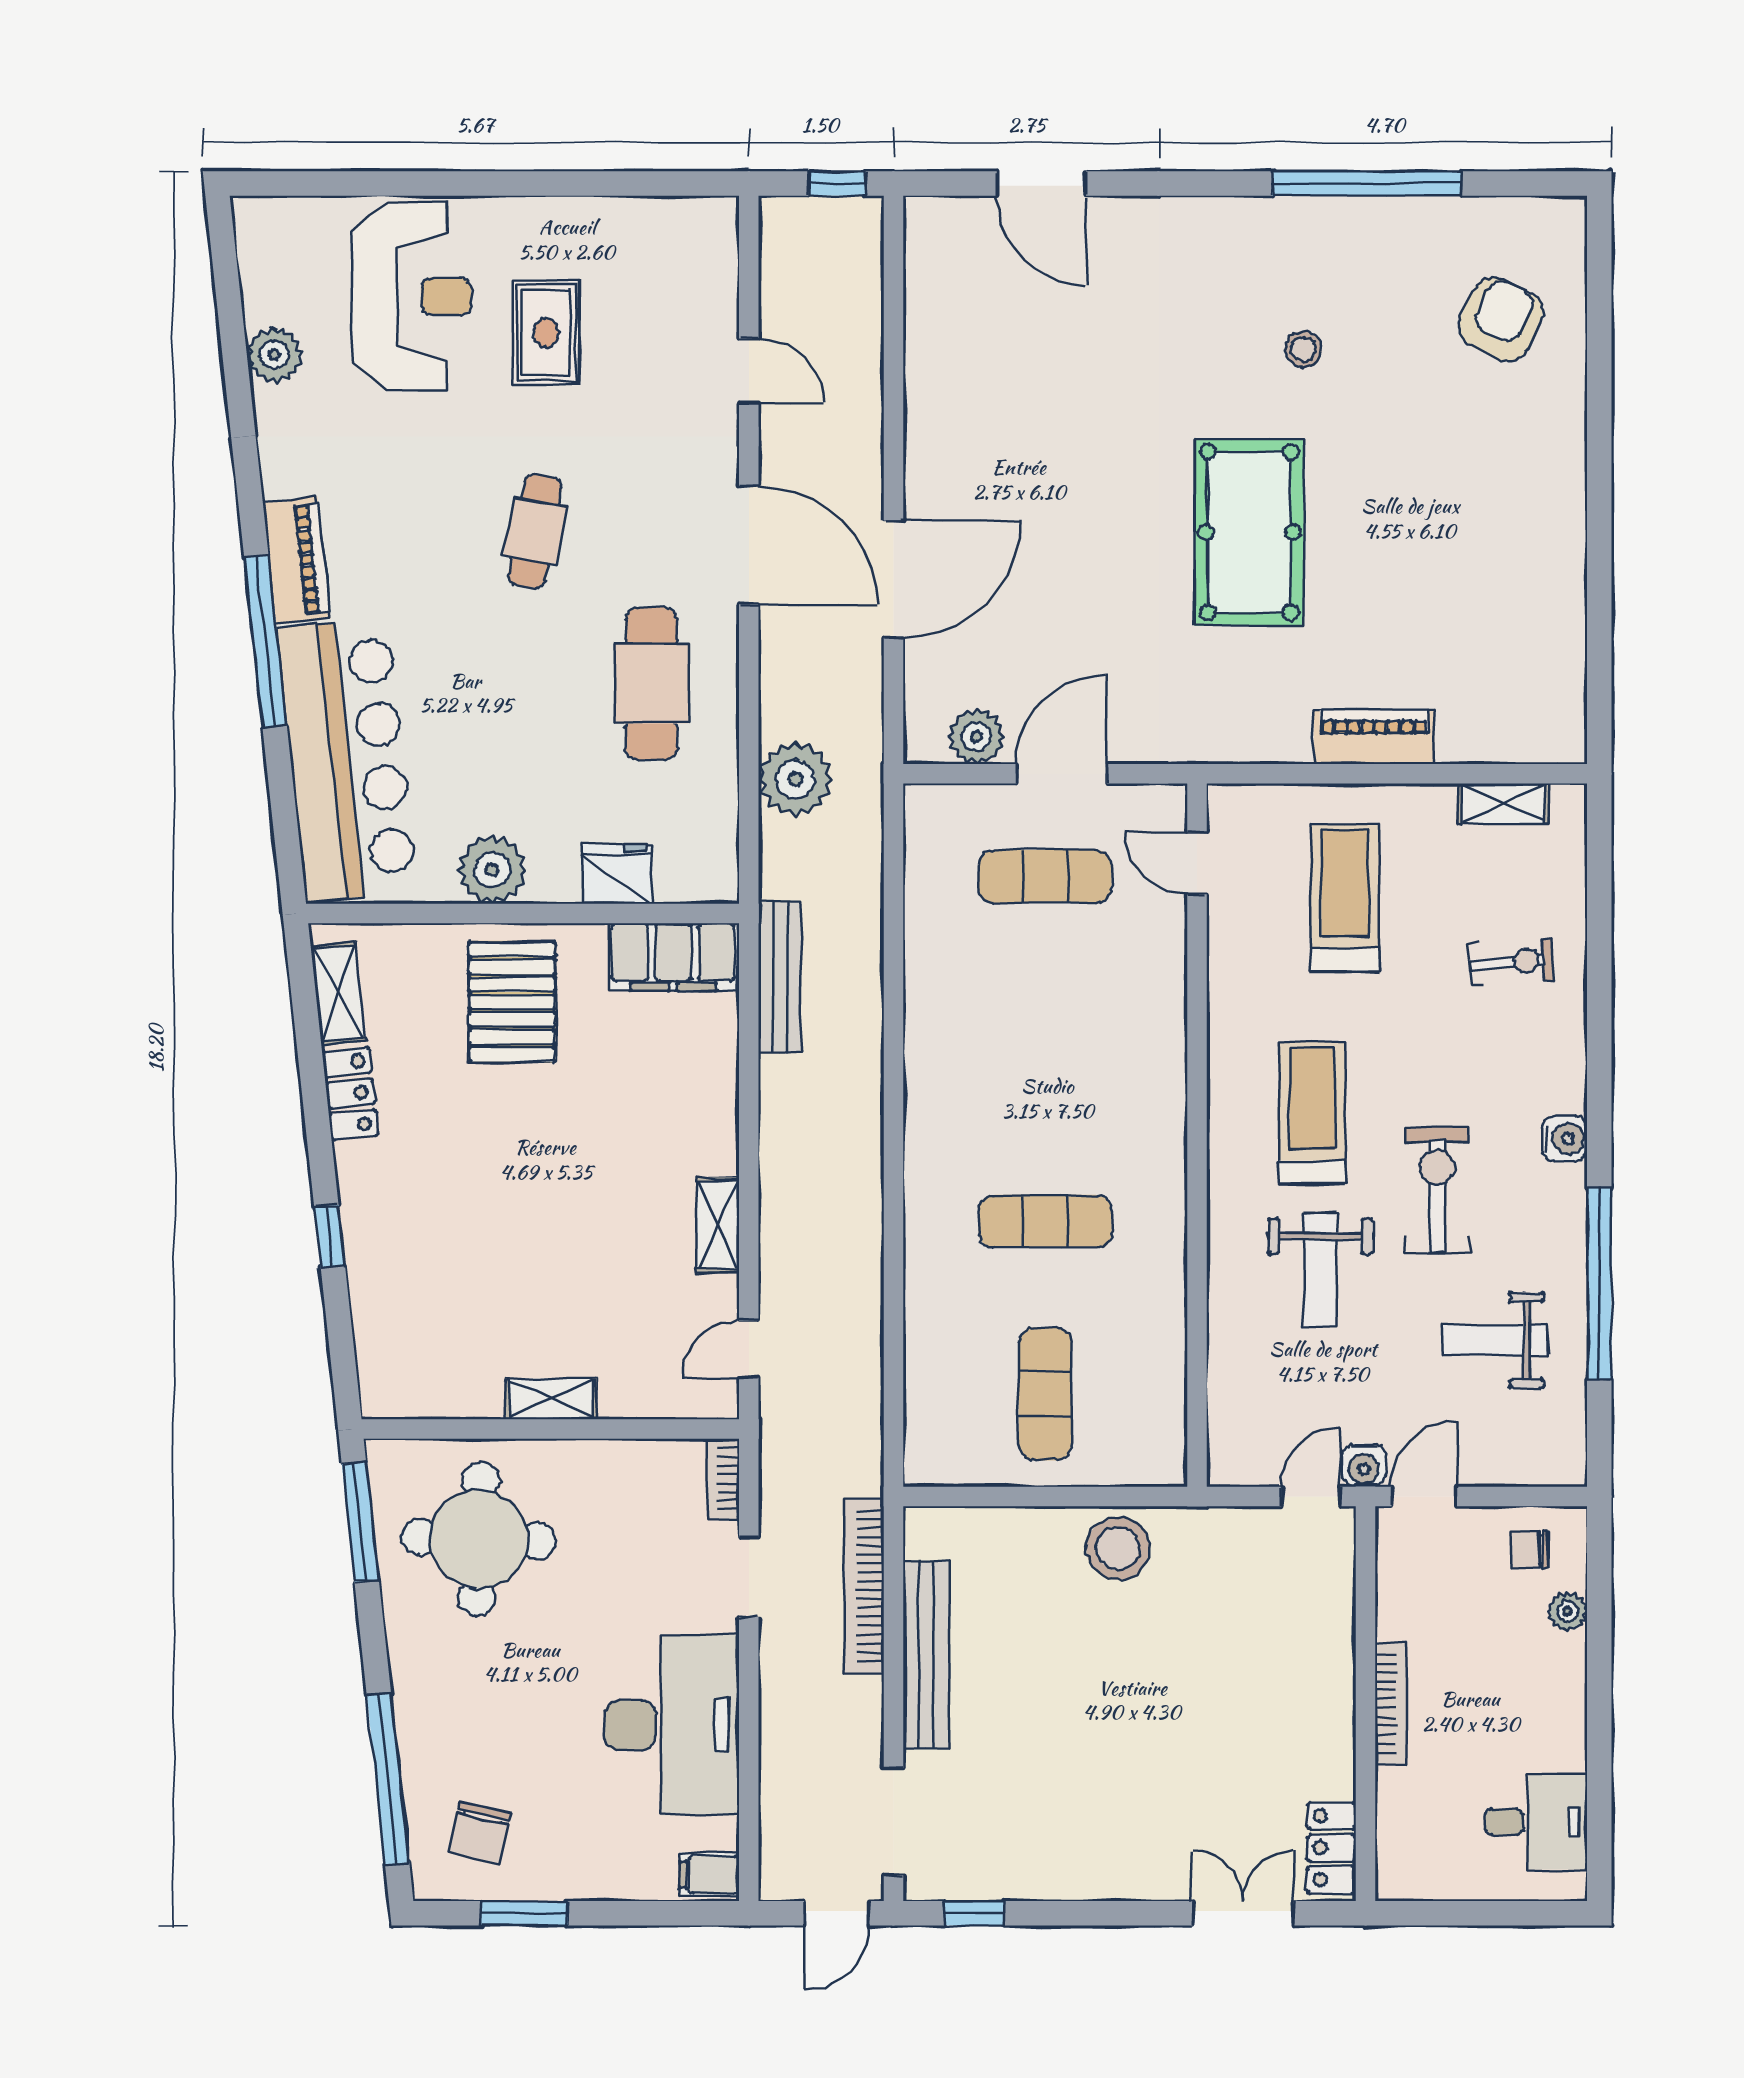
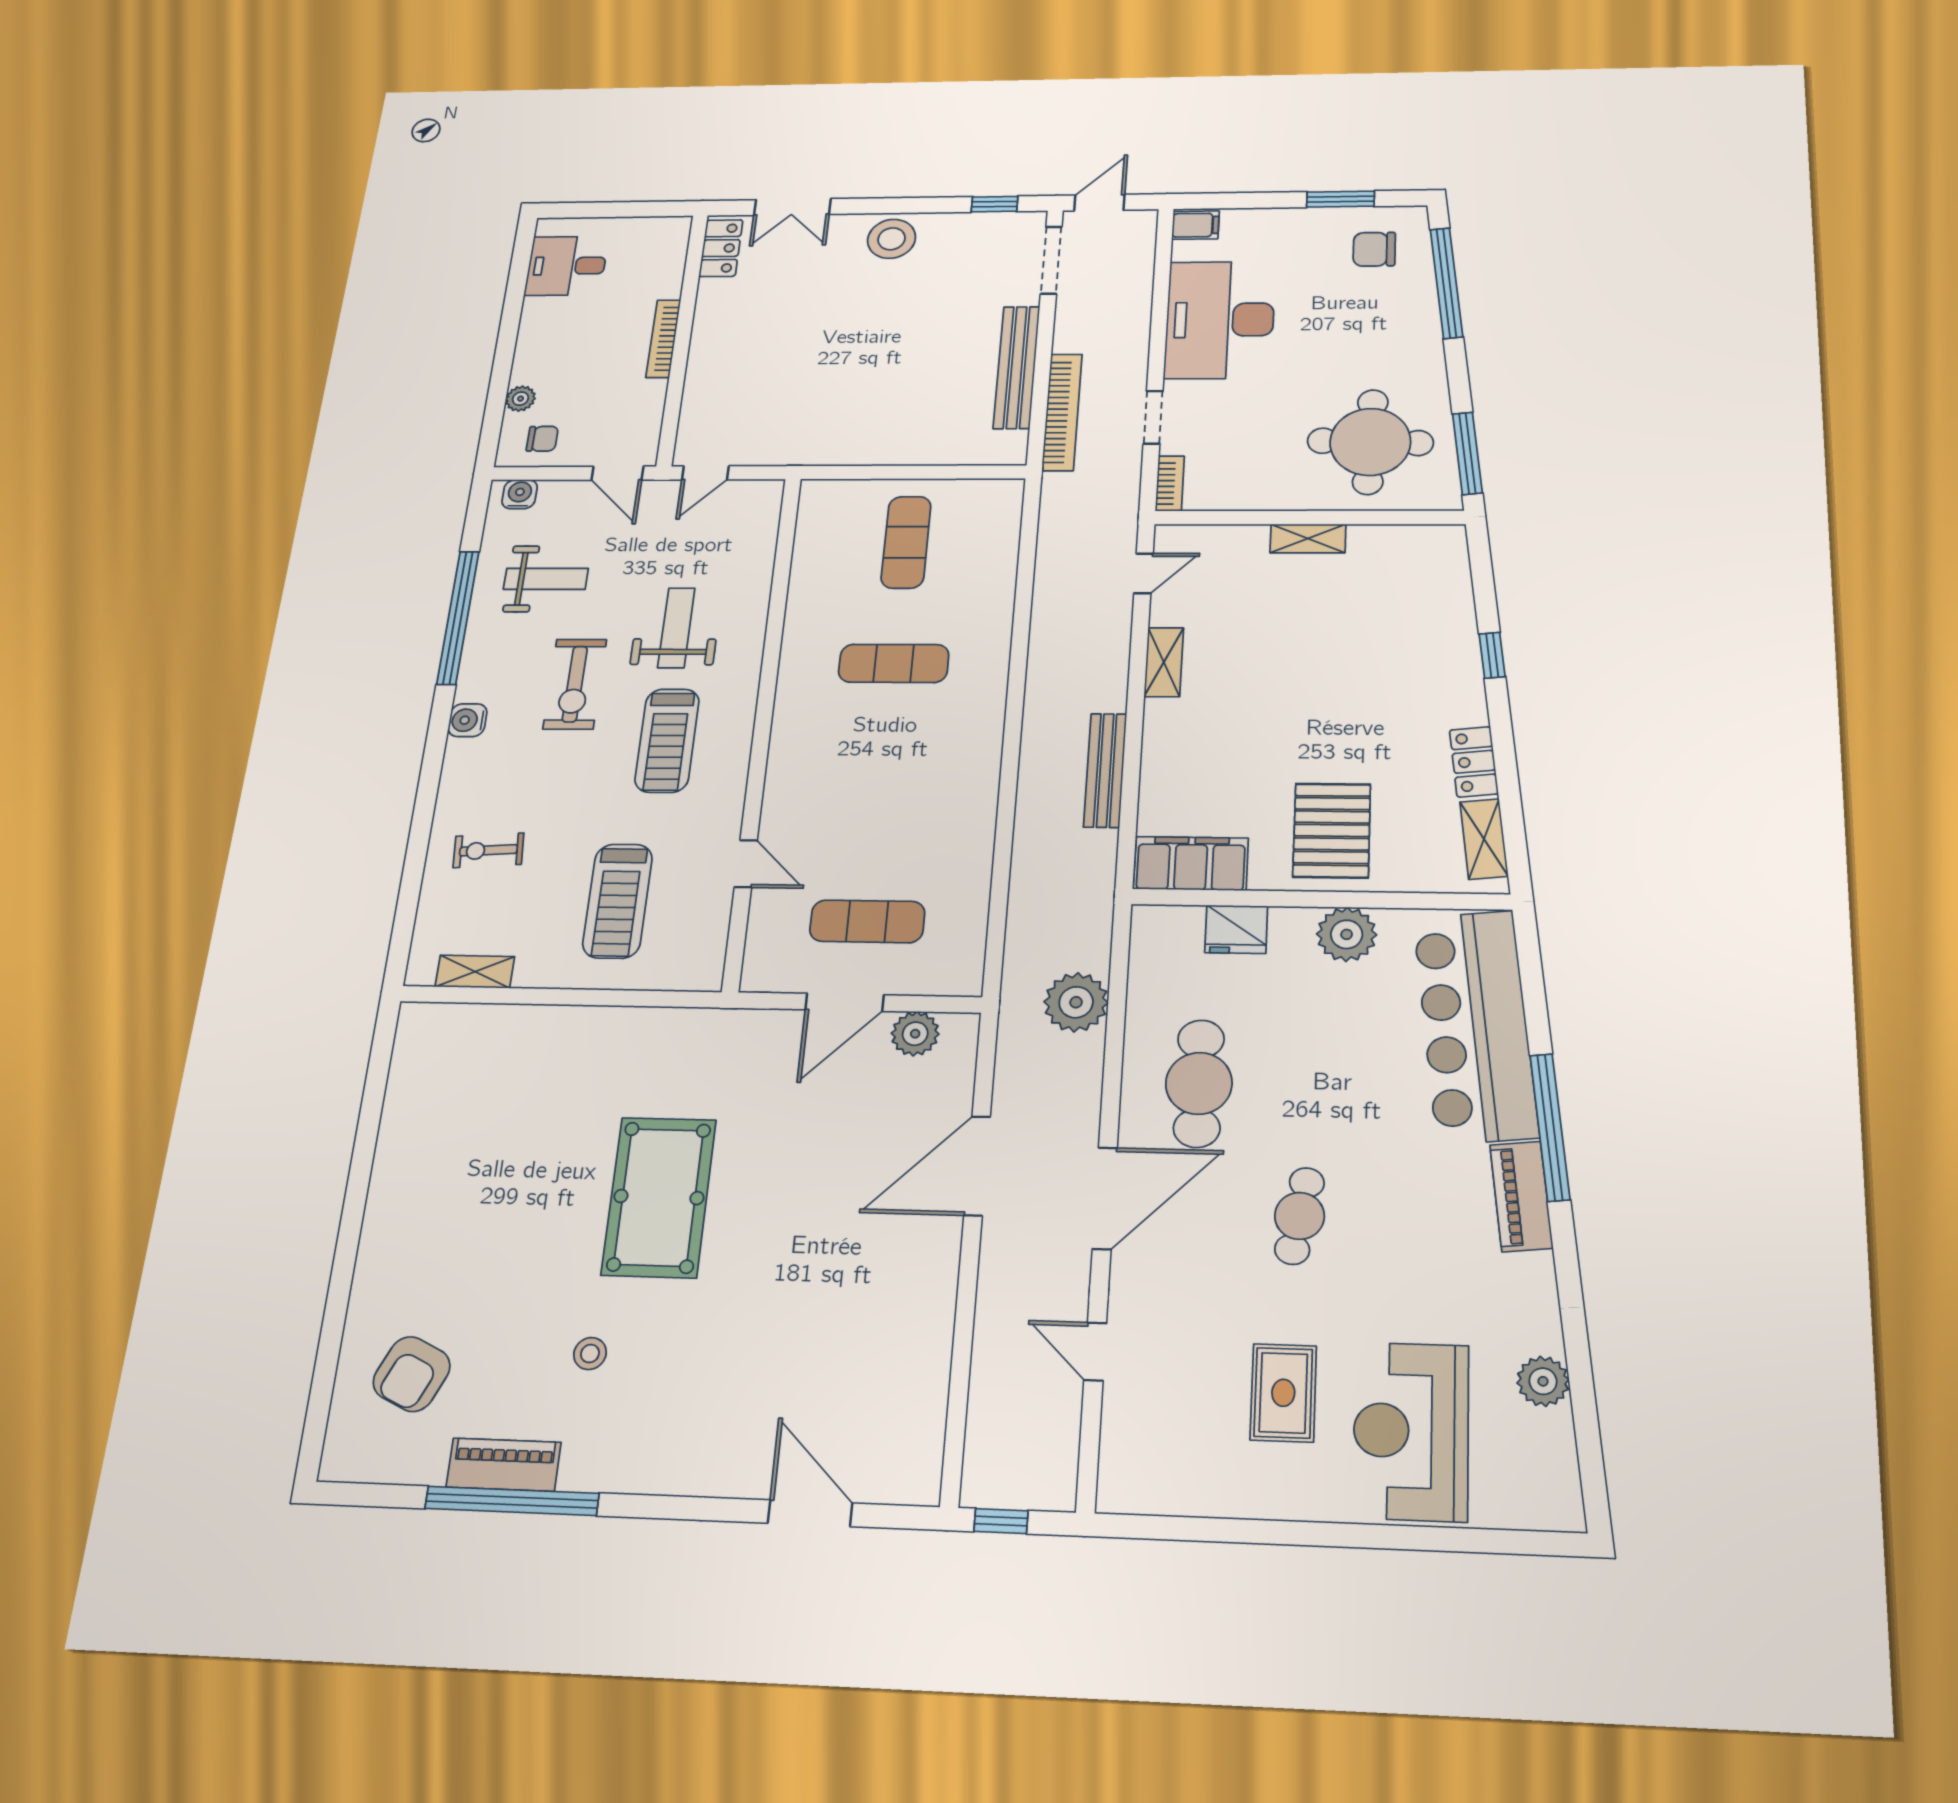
door: (749, 545) -> (1105, 1198), swing flipped
piano: (1374, 737) -> (504, 1465), moved, turned 180
door: (1197, 863) -> (746, 864), moved
bench: (780, 977) -> (1105, 770), moved
water cooler: (1364, 1465) -> (520, 494), moved
door: (1424, 1496) -> (617, 473), hinge flipped
stool: (1118, 1548) -> (892, 239), moved
chair: (480, 1833) -> (1374, 249), turned -103

